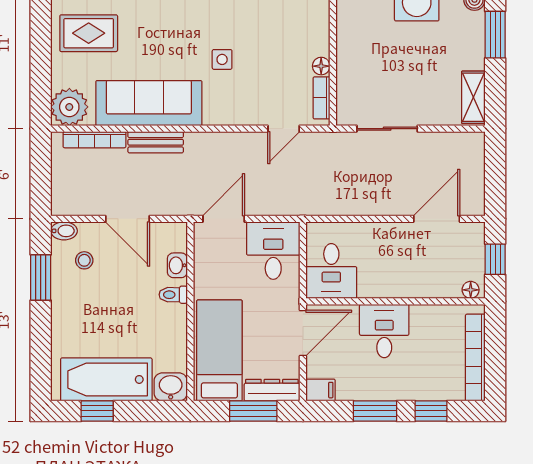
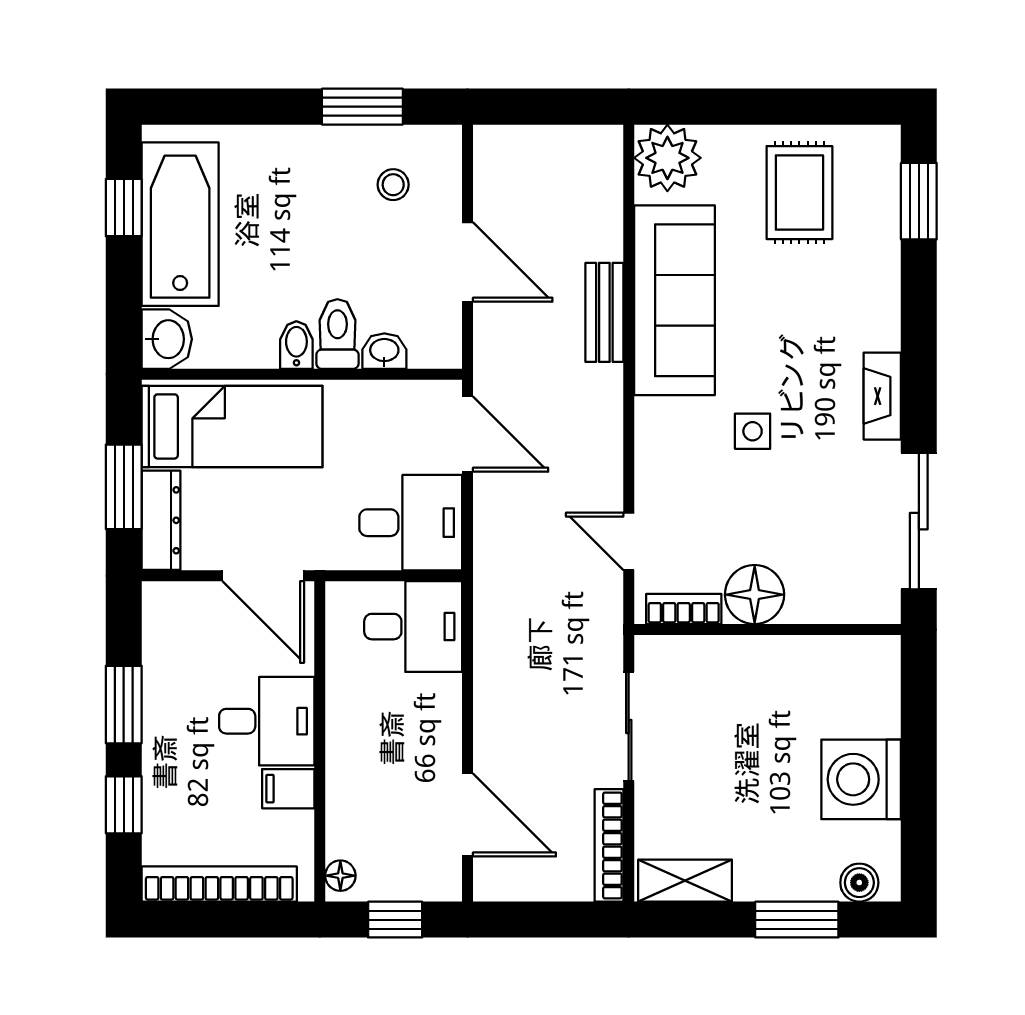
floor lamp: (321, 66) -> (755, 595), width x1.89, depth x1.89
bookcase: (94, 140) -> (609, 845), moved
door: (127, 219) -> (468, 262), swing flipped
bidet: (64, 231) -> (296, 345), moved, turned 180
desk: (331, 271) -> (413, 627), moved, turned 180
toilet: (173, 295) -> (337, 334), width x1.37, depth x1.39
filing cabinet: (321, 390) -> (288, 789), moved, turned 90

